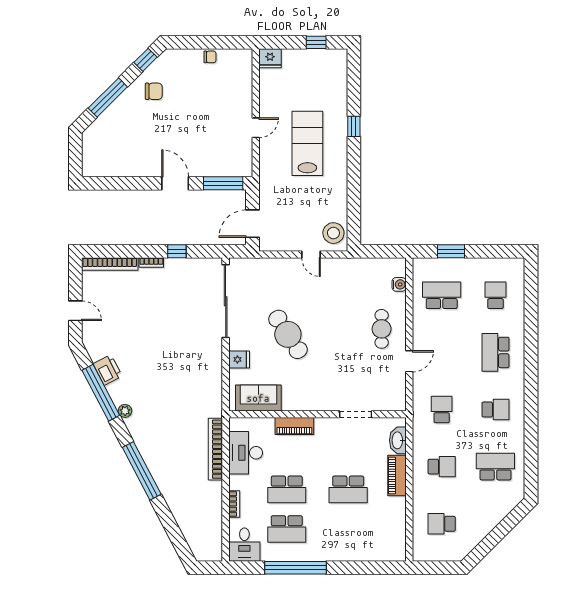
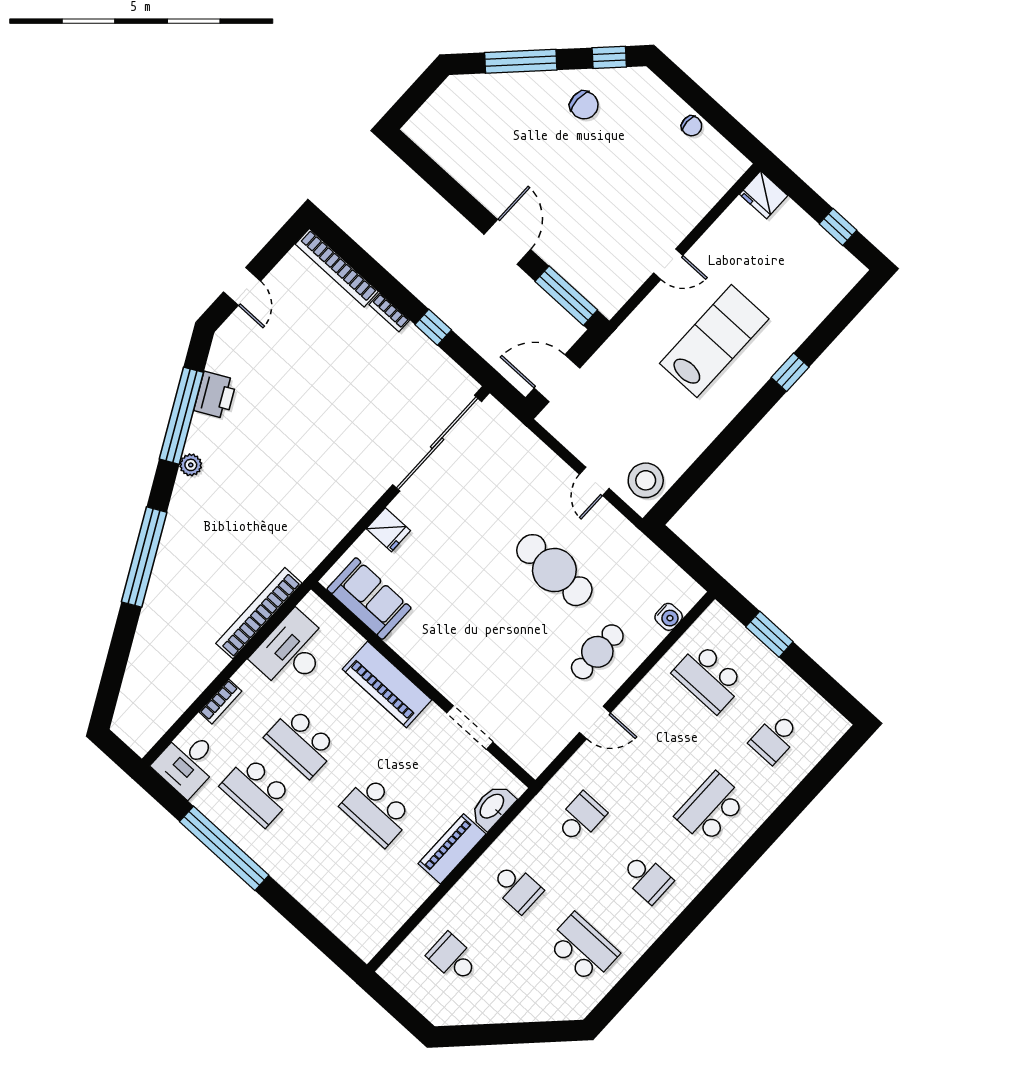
school desk: (442, 295) -> (709, 678), turned 180
school desk: (495, 295) -> (775, 738), turned 180
cafe table: (288, 334) -> (554, 570), moved, turned -57
piano: (294, 426) -> (387, 685), width x1.37, depth x1.33

